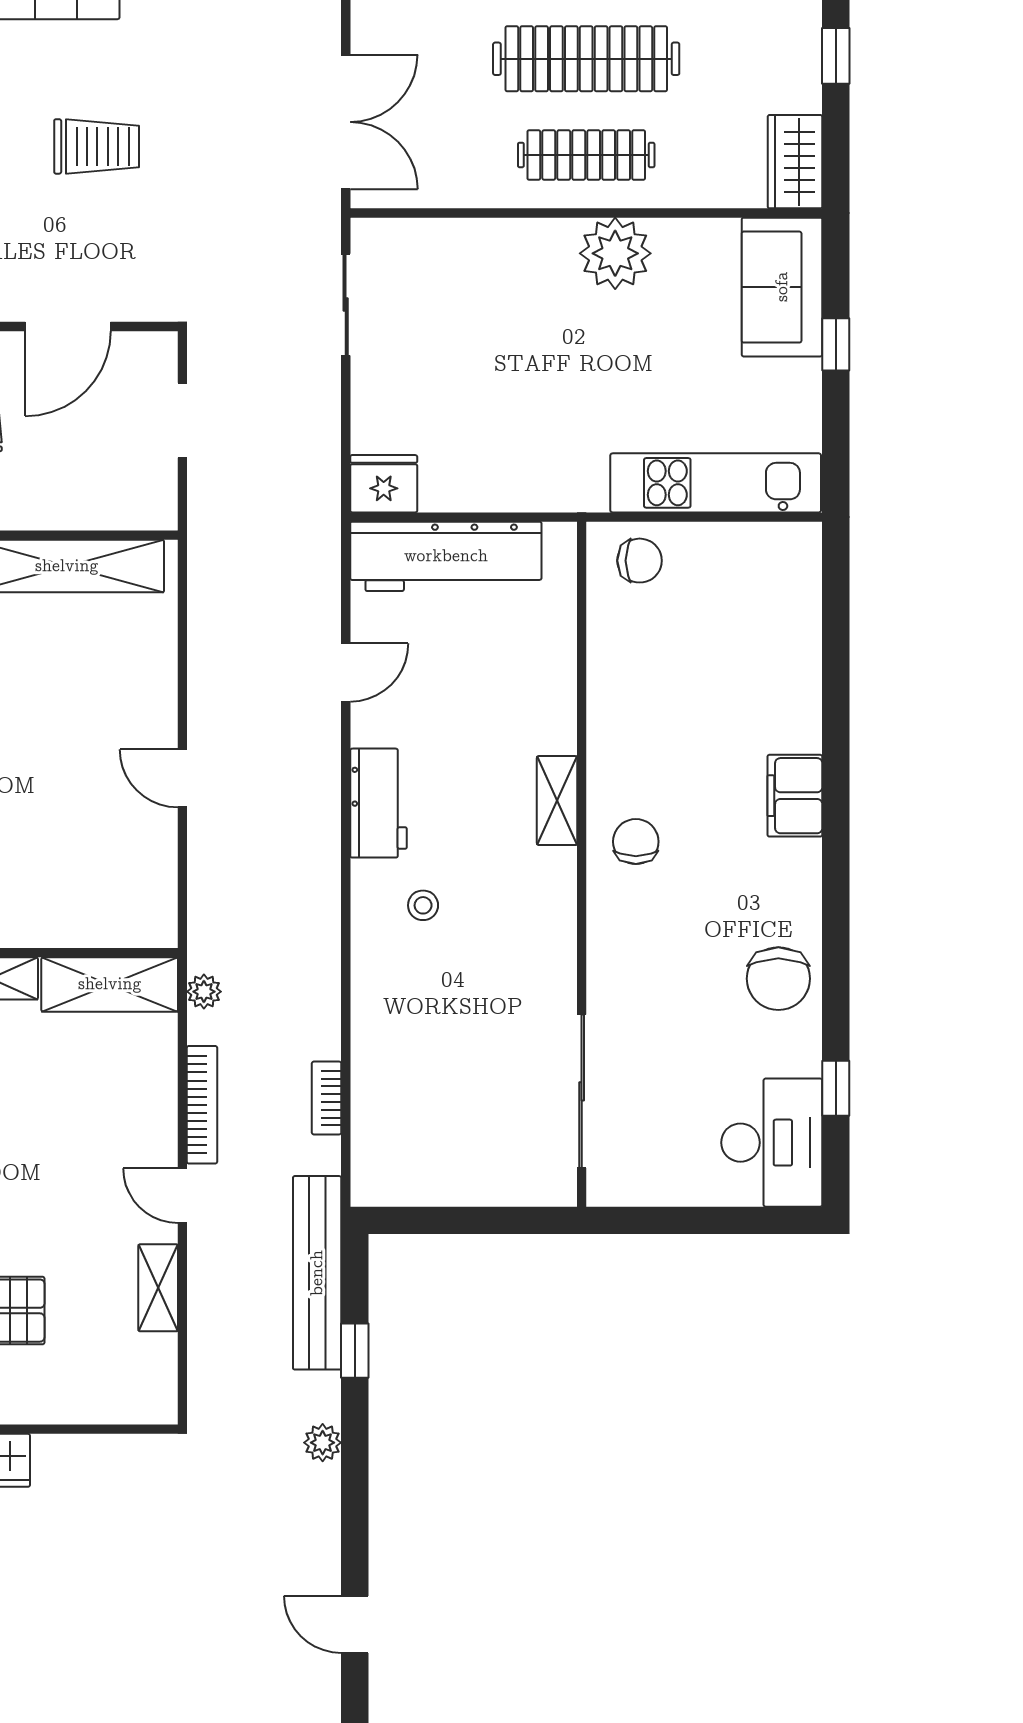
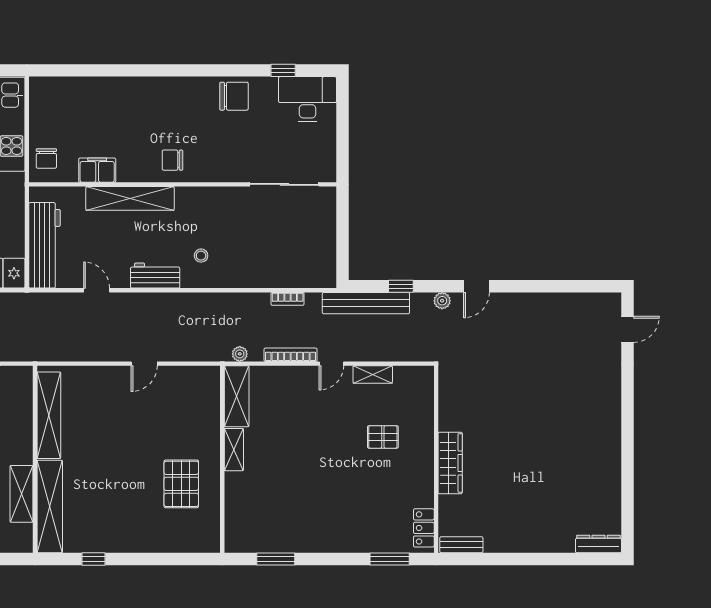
chair: (640, 561) -> (46, 158), turned 180
filing cabinet: (795, 796) -> (97, 170), moved, turned 180
shelving: (557, 801) -> (130, 198), width x2.20, depth x1.33
door: (355, 1624) -> (476, 286), moved

